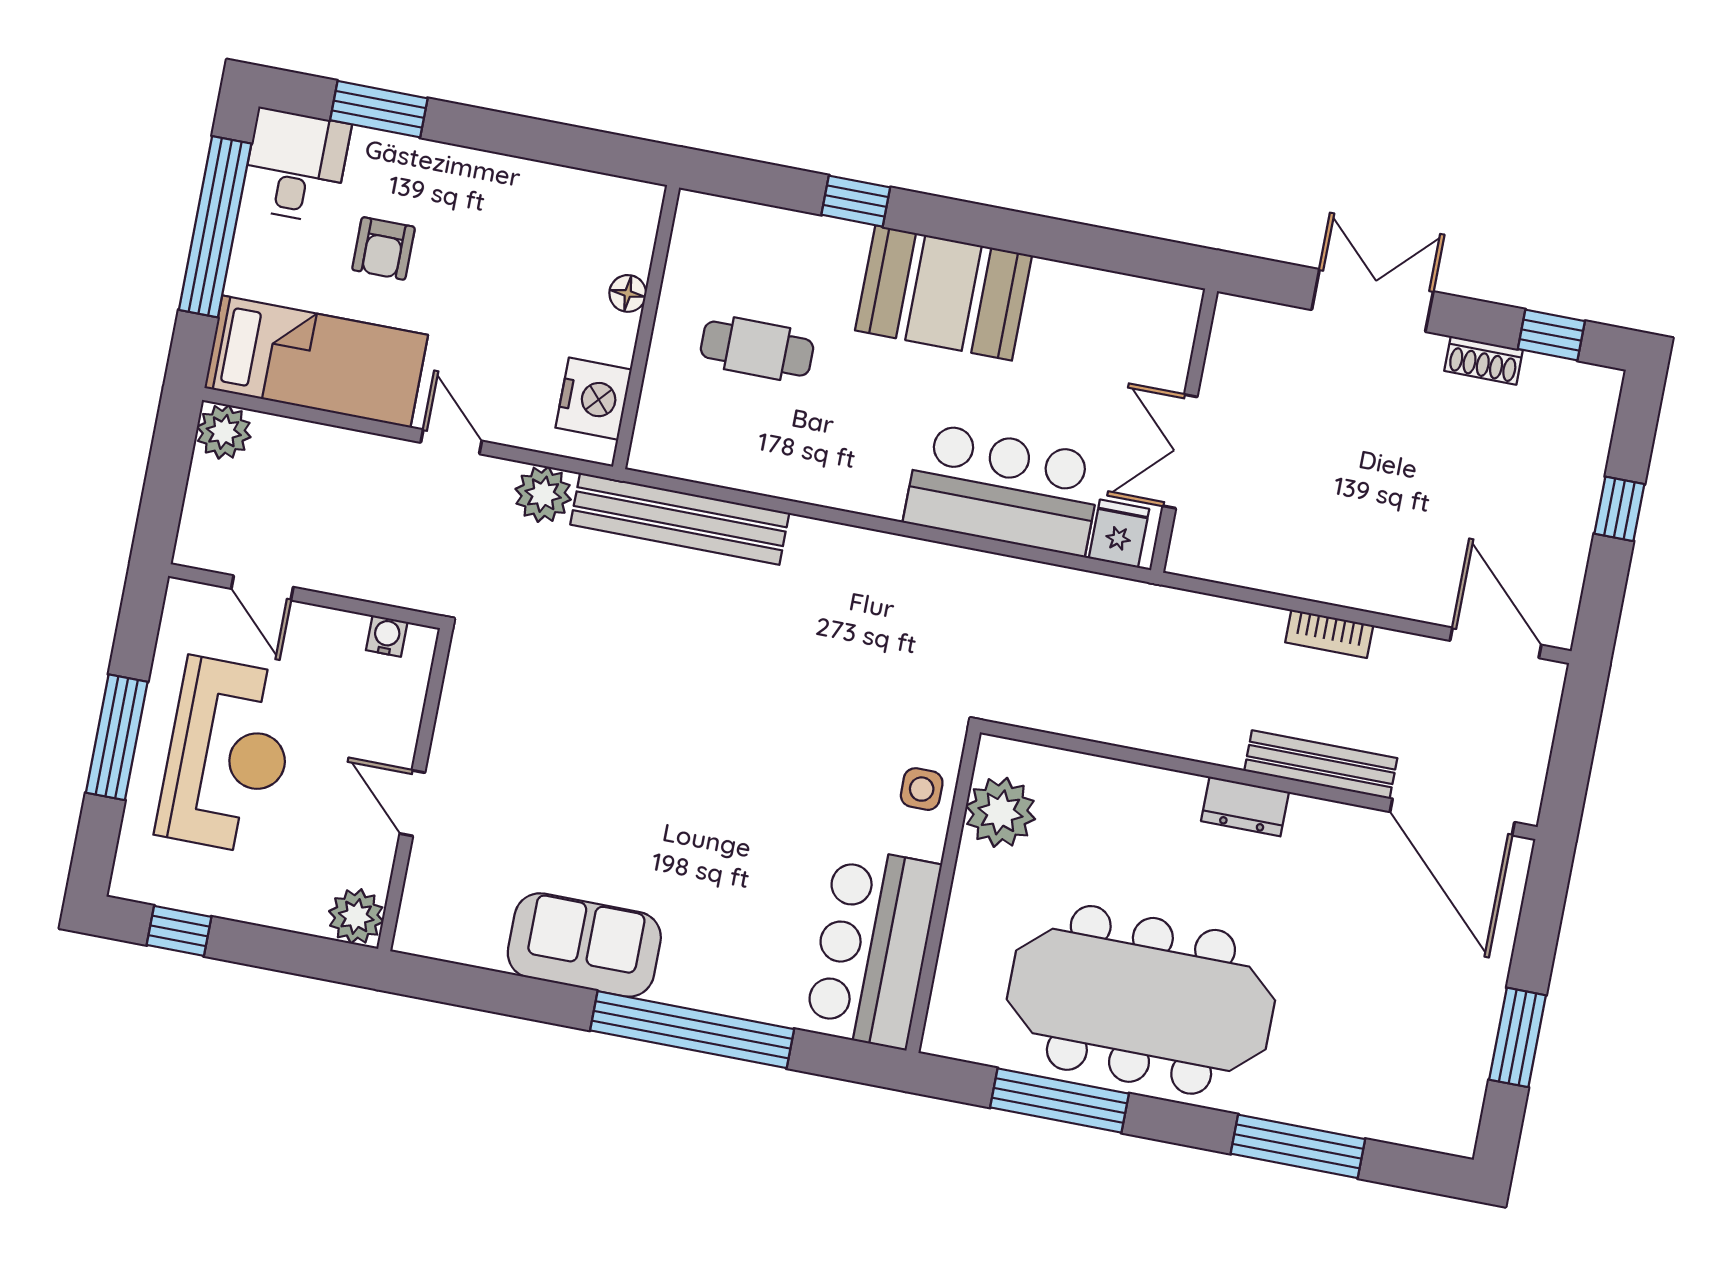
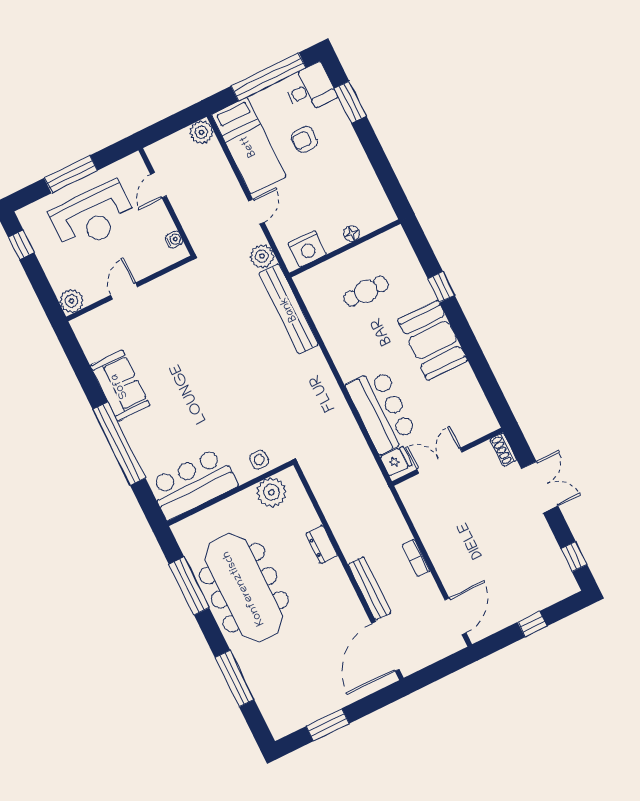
cafe table: (757, 349) -> (366, 291), turned 90
shoe rack: (1484, 360) -> (503, 450), moved
dresser: (1245, 806) -> (322, 544), moved

